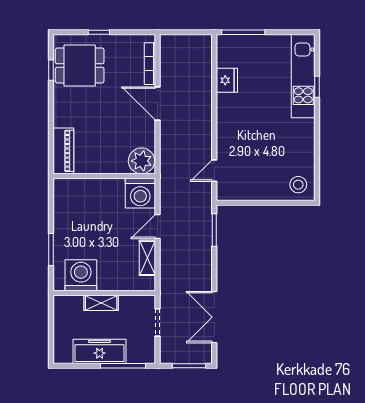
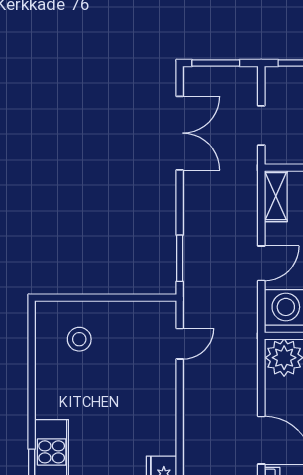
stool: (298, 185) -> (79, 339), moved
shelving: (147, 258) -> (276, 196), moved

